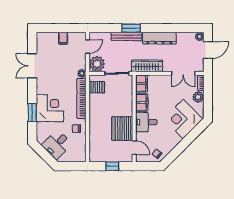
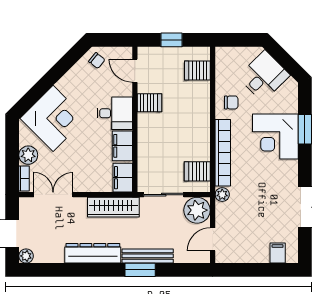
filing cabinet: (63, 38) -> (278, 253), moved
server rack: (122, 128) -> (149, 103), width x0.46, depth x0.70
server rack: (97, 148) -> (197, 71), added

